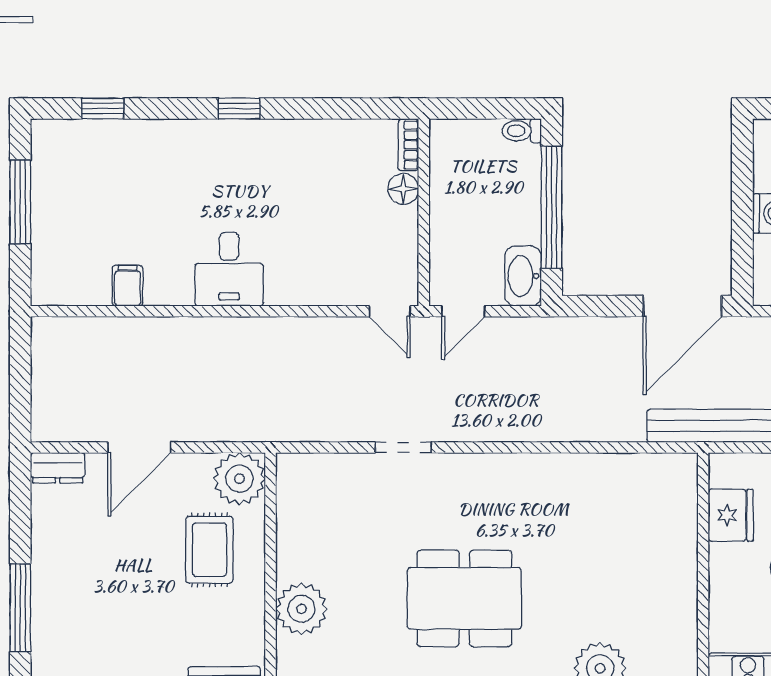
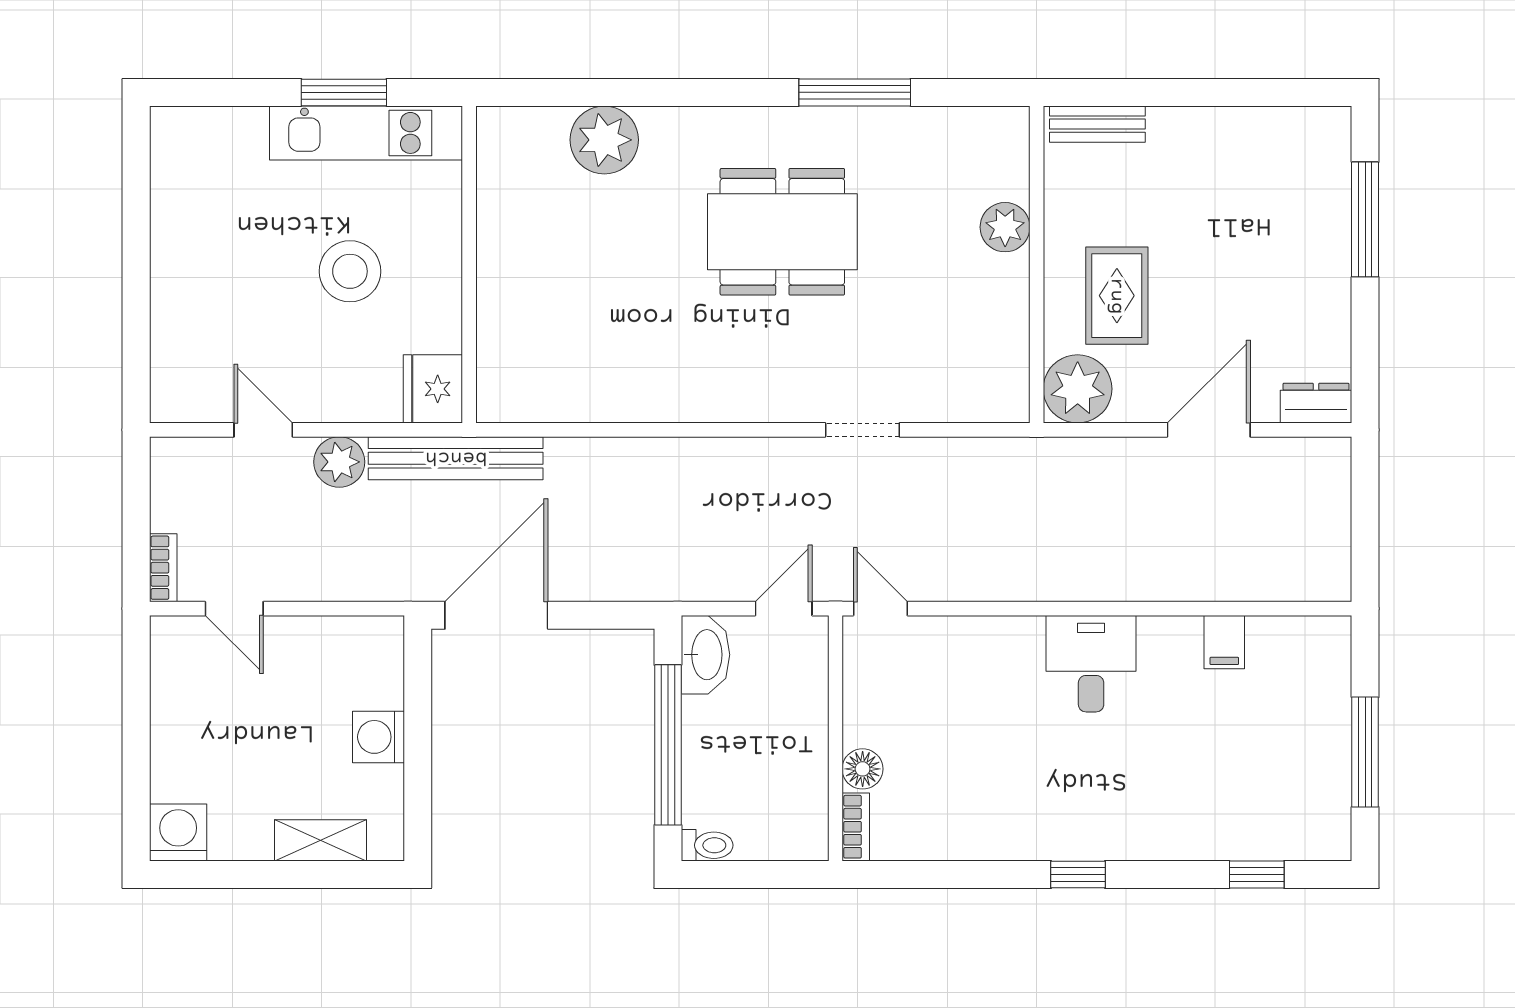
fridge: (731, 515) -> (433, 389), moved
plant: (302, 609) -> (1005, 227), width x0.73, depth x0.73

